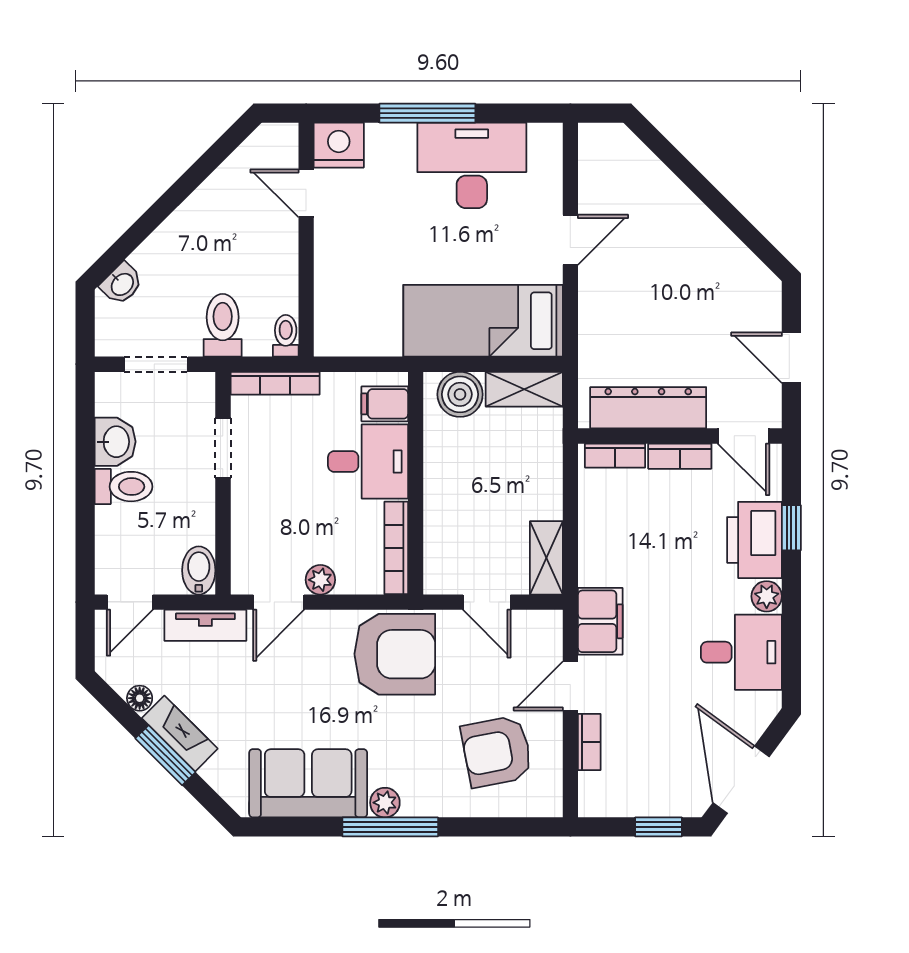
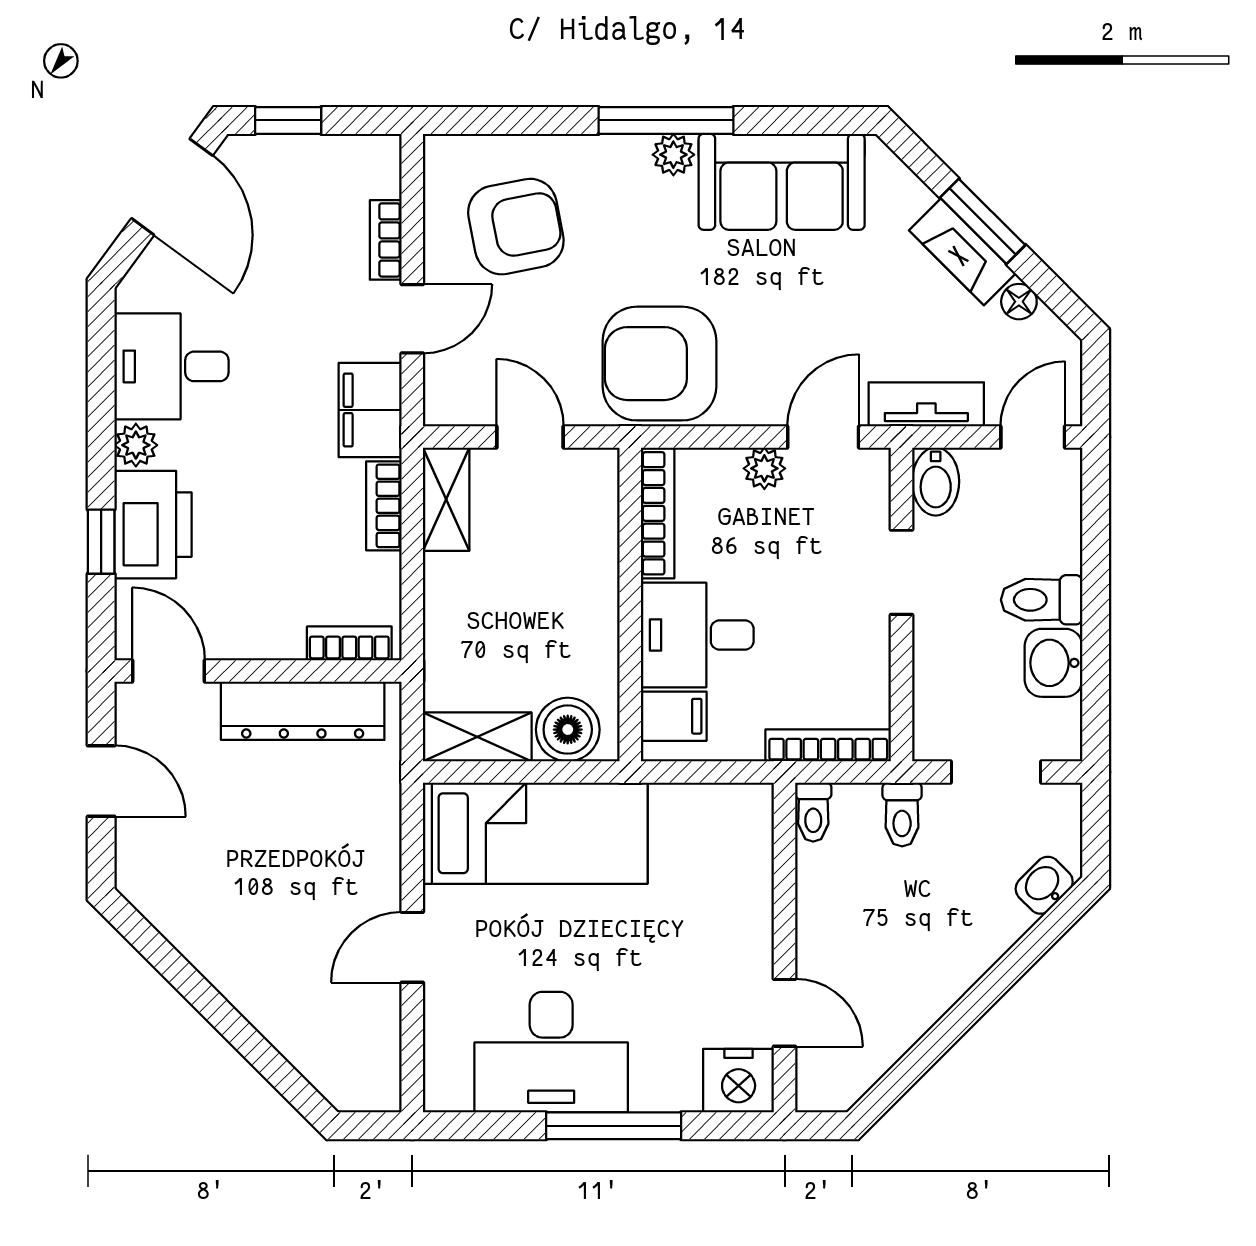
toilet: (223, 325) -> (902, 815), width x0.73, depth x0.72
doorway: (223, 448) -> (902, 572), moved
bookcase: (680, 456) -> (384, 506), moved, turned -90

